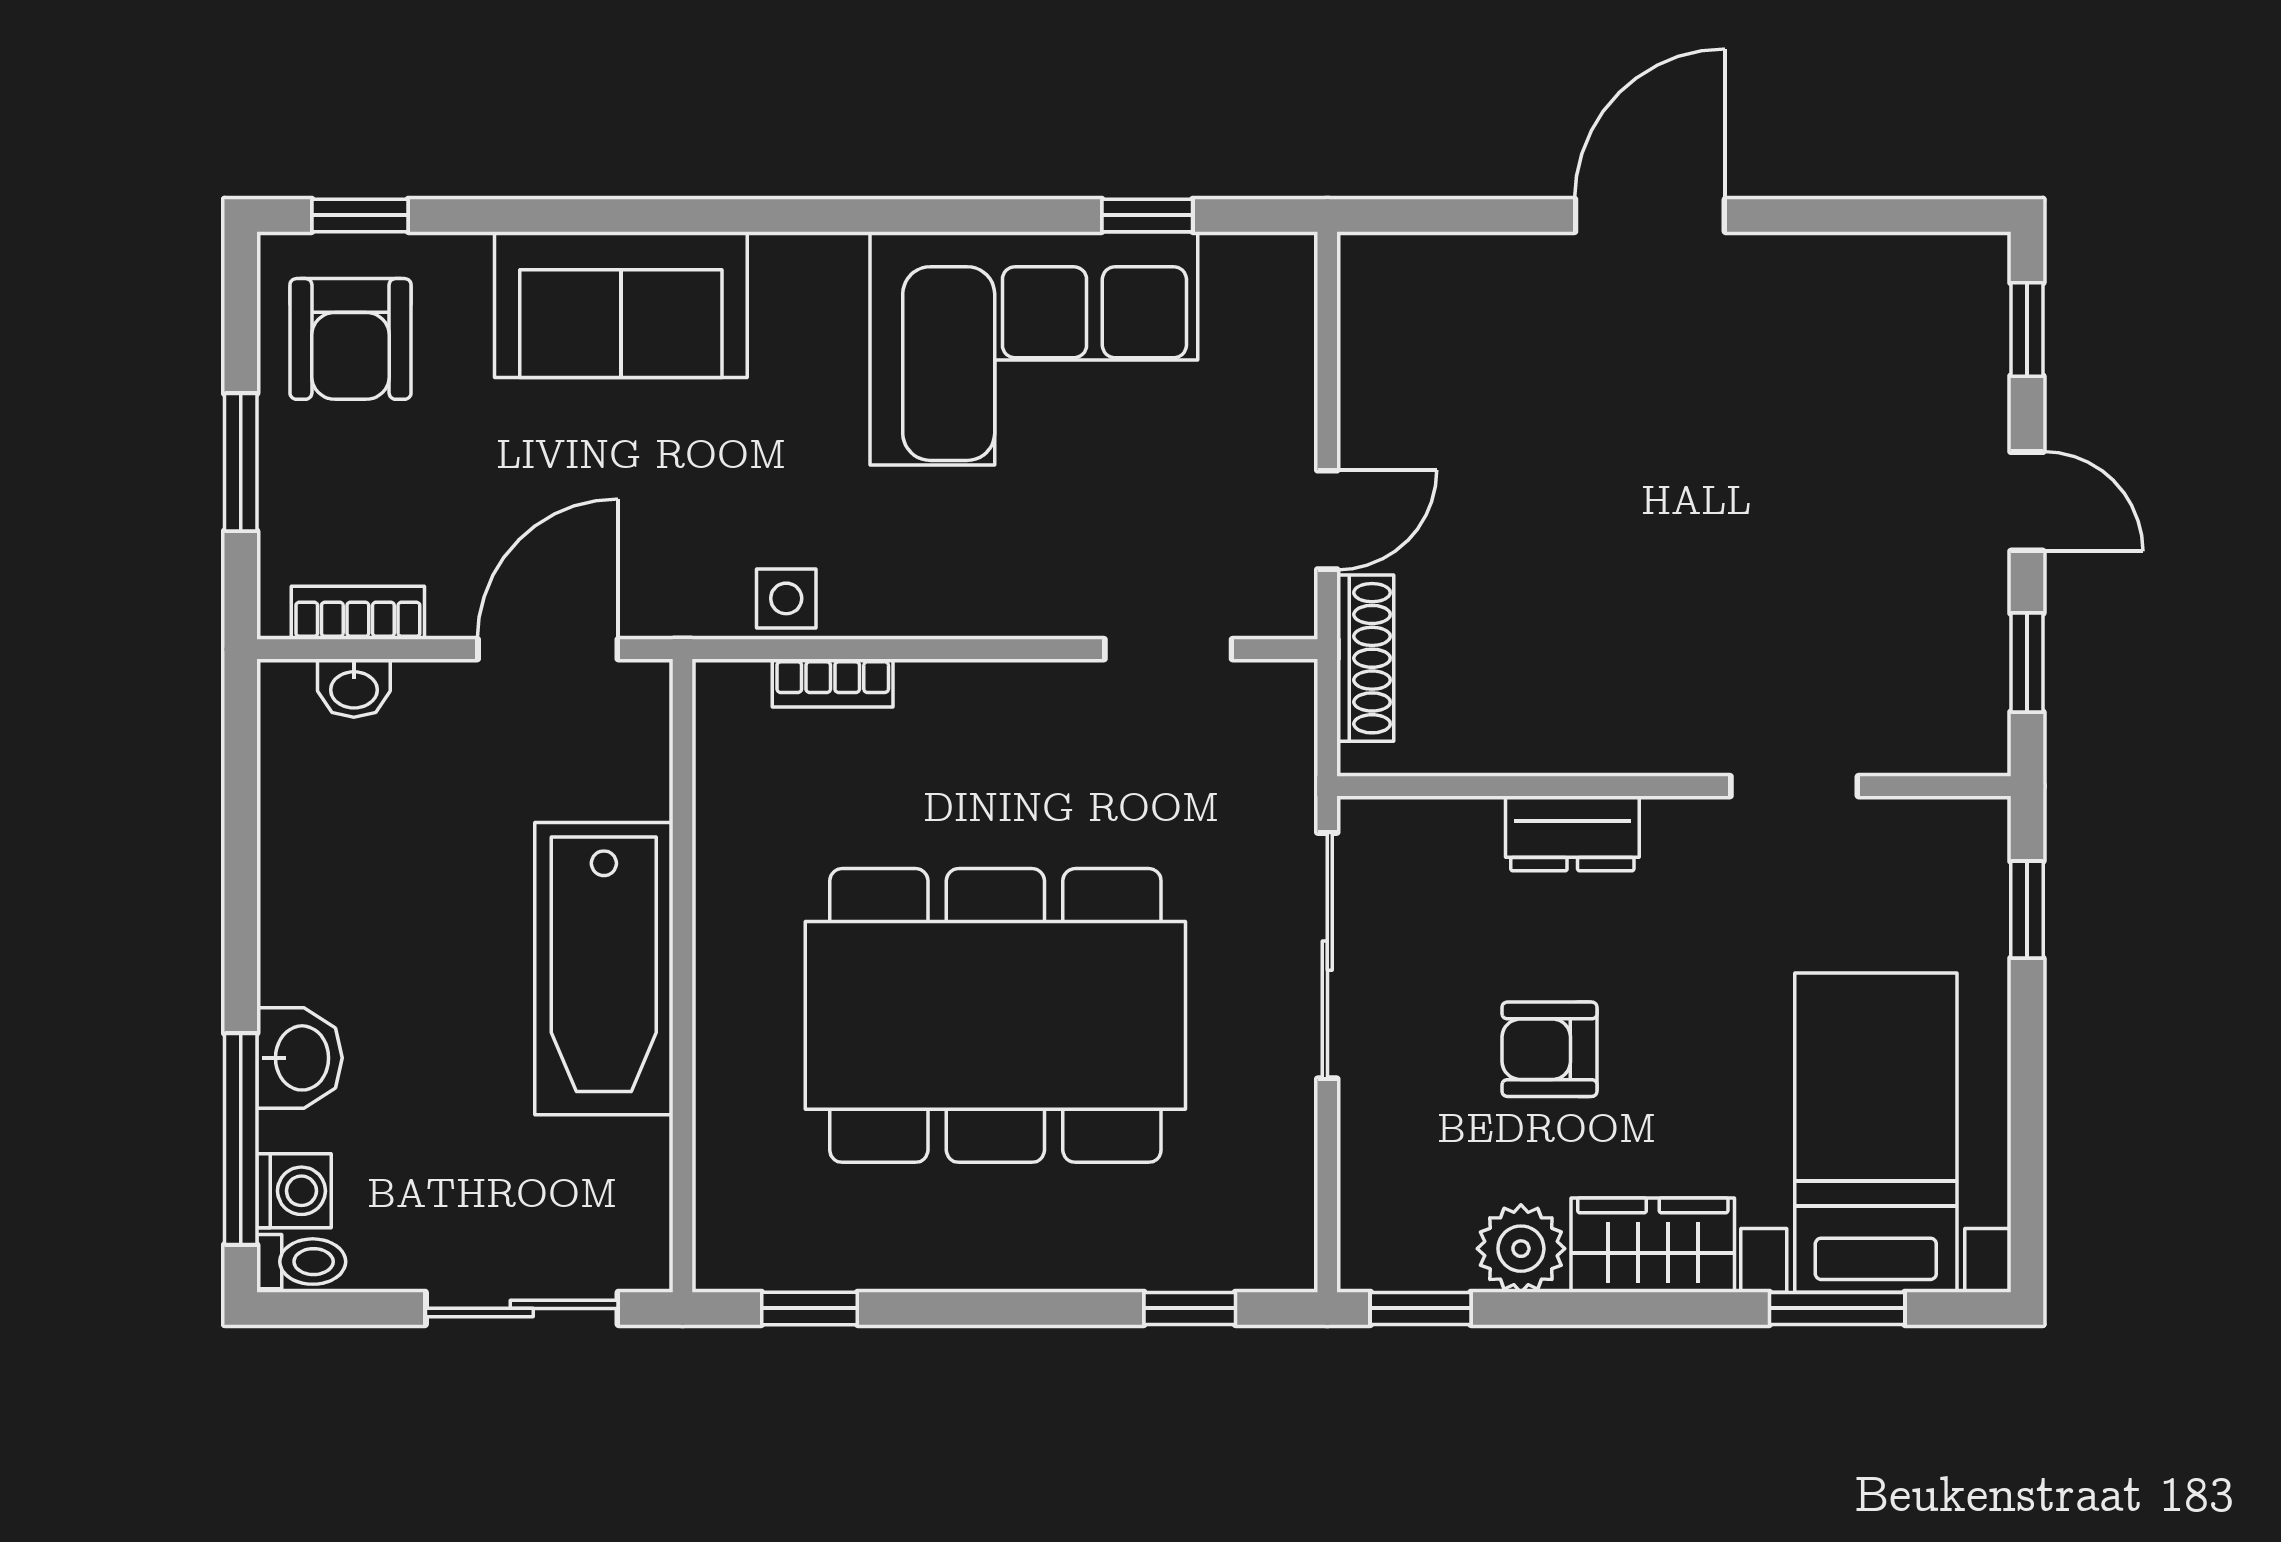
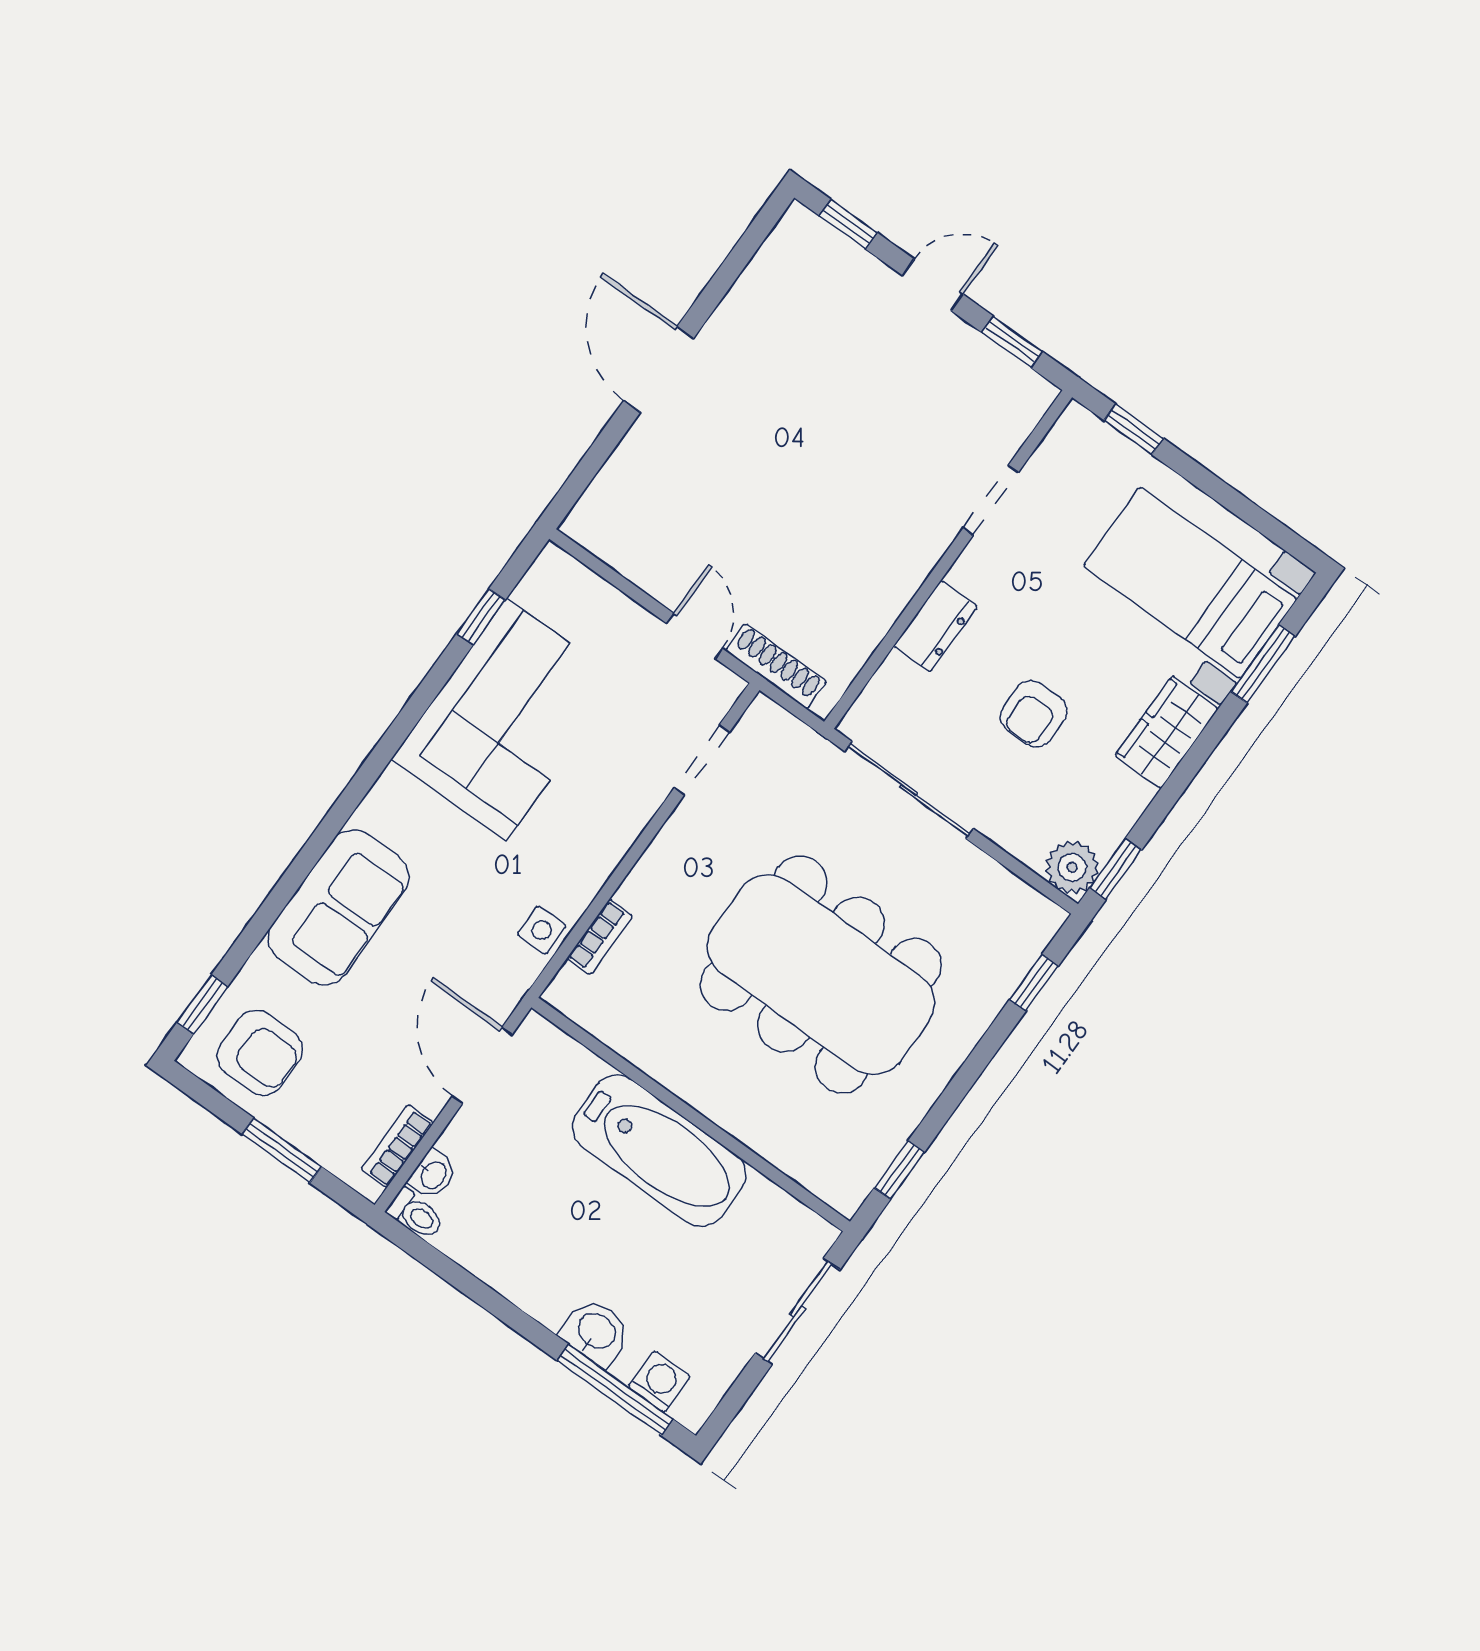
dining table: (995, 1015) -> (821, 975), turned 90
plant: (1521, 1249) -> (1072, 867), moved
toilet: (301, 1262) -> (416, 1214), moved, turned 90

